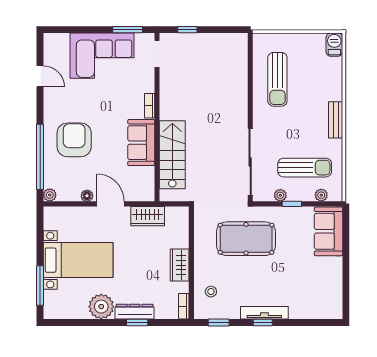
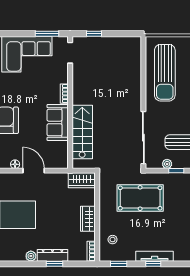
sun lounger: (277, 79) -> (165, 73), width x1.36, depth x1.34
wardrobe: (148, 216) -> (82, 180), moved
plant: (101, 307) -> (31, 256), width x0.53, depth x0.53

